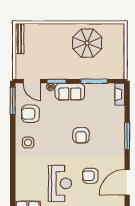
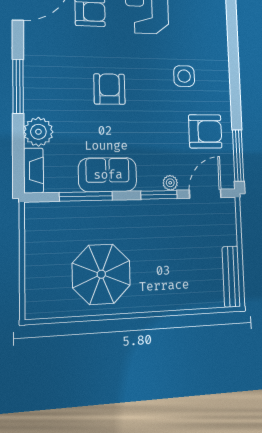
door: (32, 81) -> (205, 194), hinge flipped
sofa: (70, 92) -> (108, 175), moved
plant: (117, 113) -> (38, 132), added
side table: (28, 143) -> (184, 76), moved

